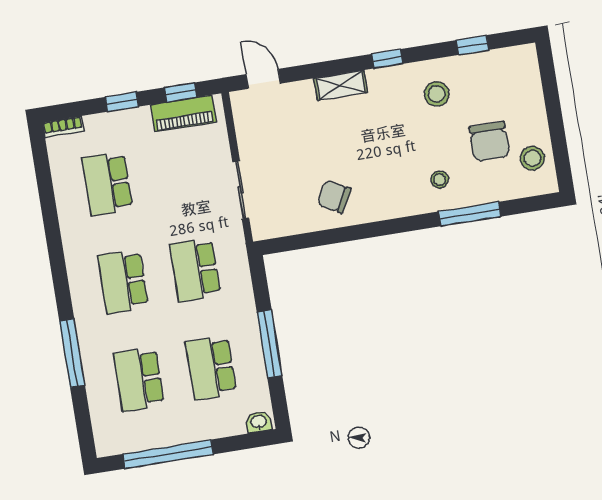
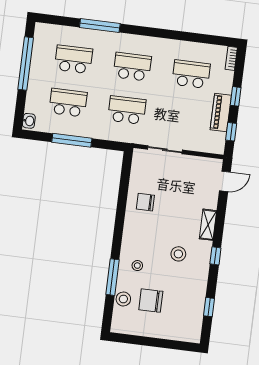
stool: (437, 94) -> (178, 254), moved
piano: (183, 113) -> (221, 112), moved
stool: (532, 158) -> (123, 299), moved
chair: (334, 197) -> (145, 202), turned -119

